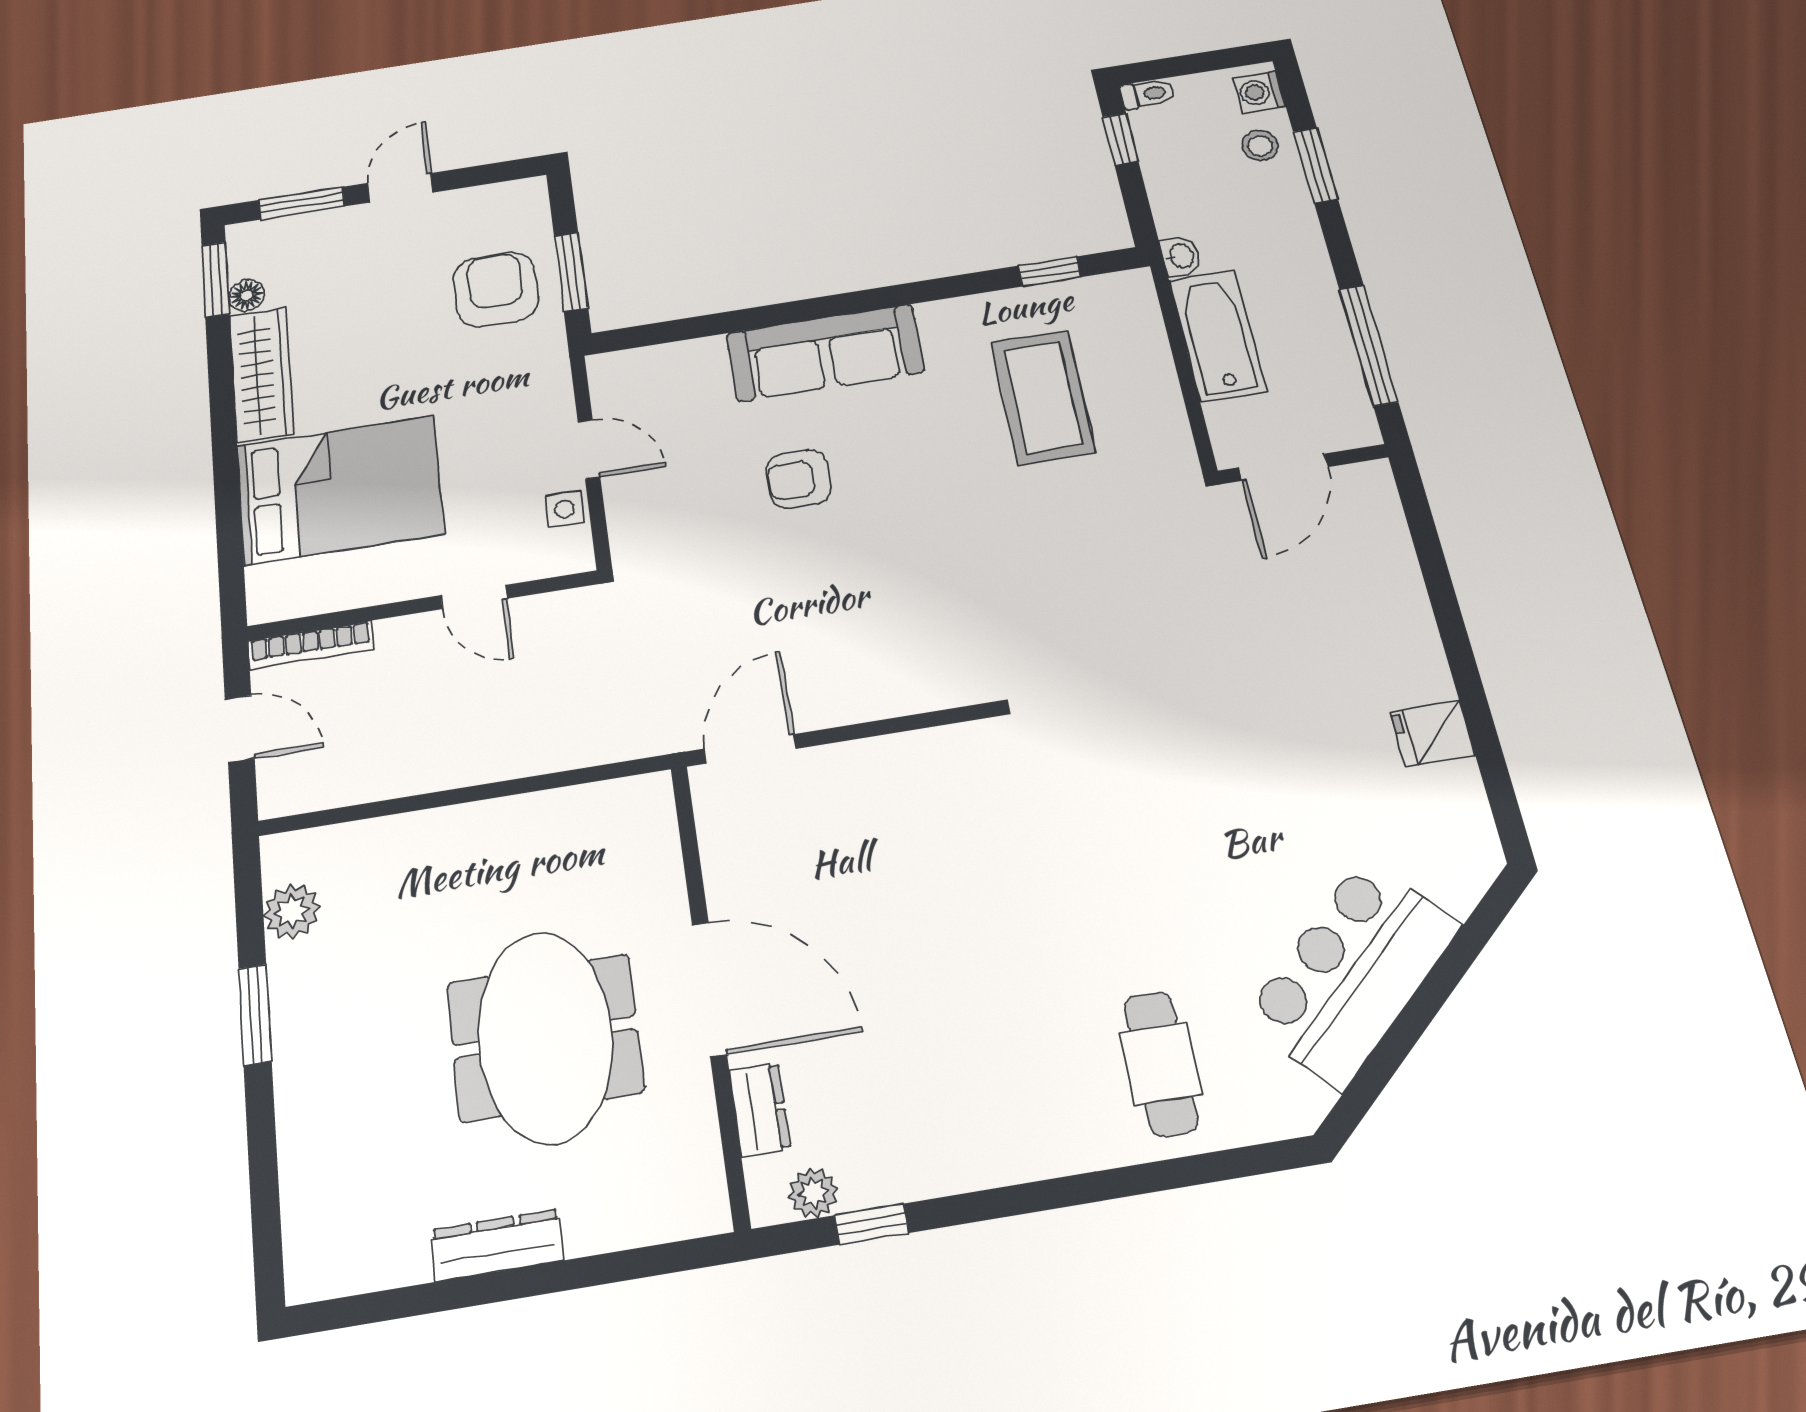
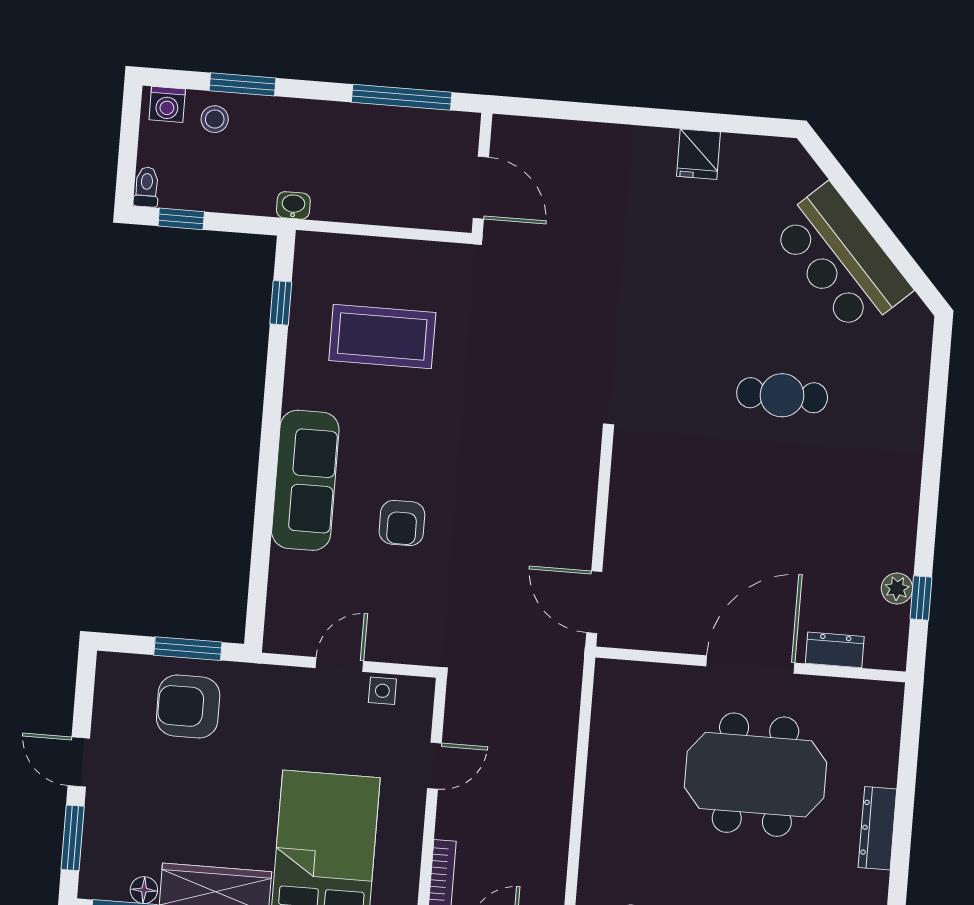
bathtub: (1218, 336) -> (366, 200), removed
cafe table: (1161, 1064) -> (782, 395), moved
plant: (813, 1193) -> (897, 588), moved

